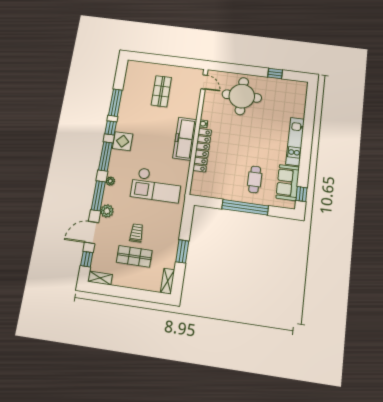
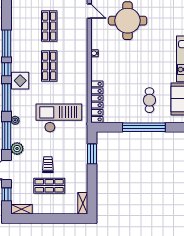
shop shelf: (155, 130) -> (49, 66), added
freezer: (185, 139) -> (79, 70), removed
locker: (202, 150) -> (97, 102), moved
checkout: (156, 185) -> (59, 118), turned 180
window: (182, 251) -> (92, 154), moved

